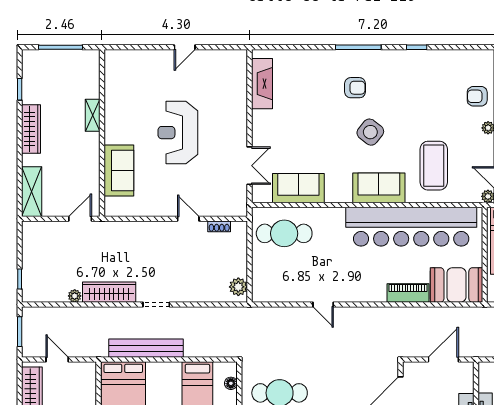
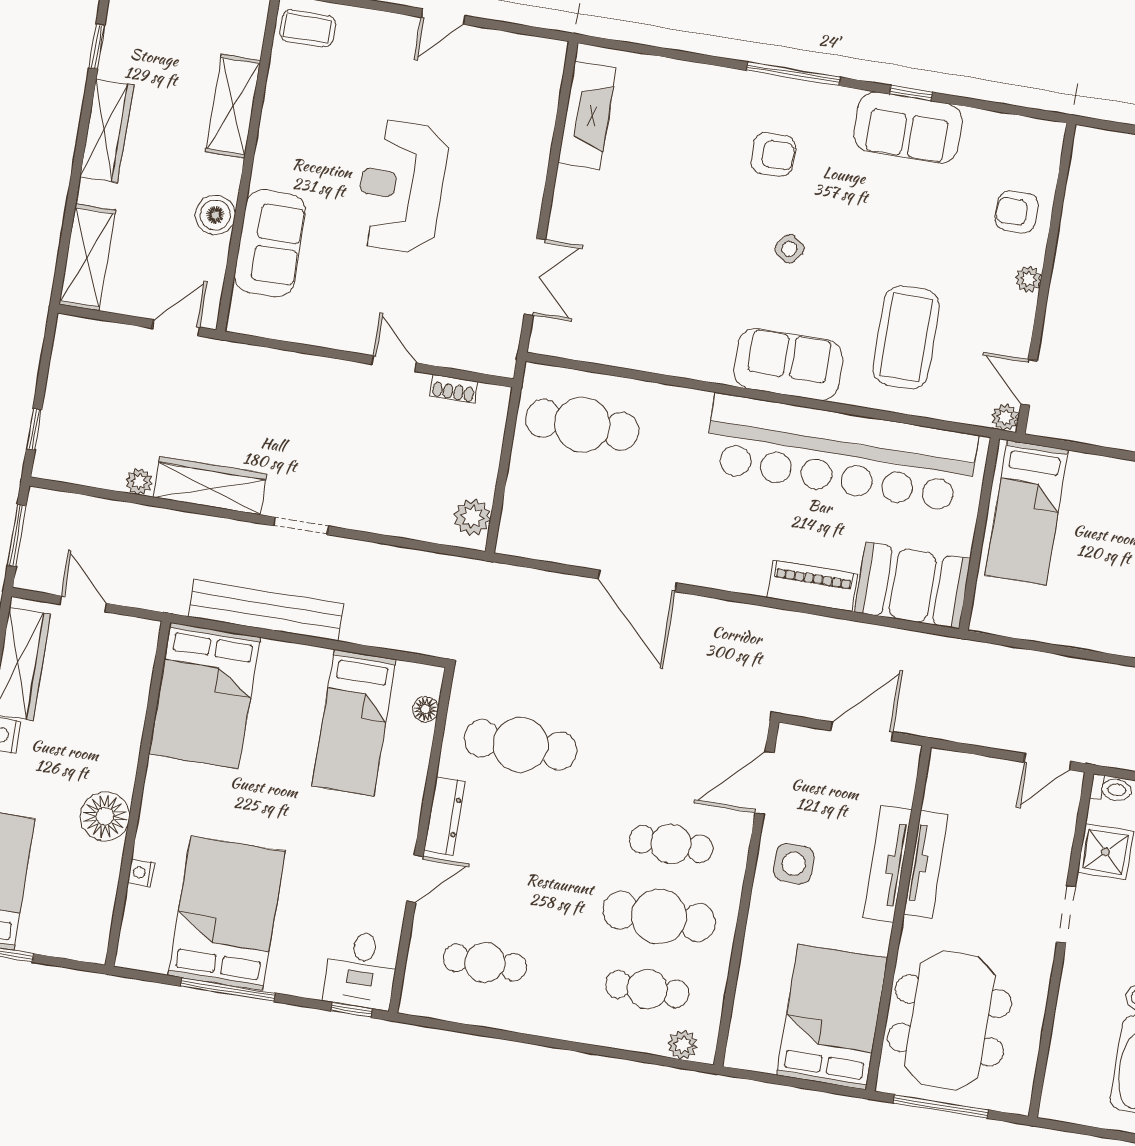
coffee table: (120, 64) -> (307, 28), added
shelving: (93, 115) -> (233, 106), width x1.50, depth x1.33
side table: (370, 132) -> (789, 249), width x0.54, depth x0.54
boiler: (90, 161) -> (215, 215), added
sofa: (298, 188) -> (908, 128), moved, turned 180
door: (323, 305) -> (637, 581), width x1.87

